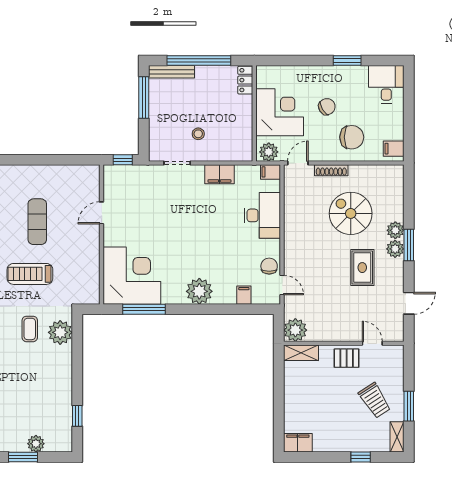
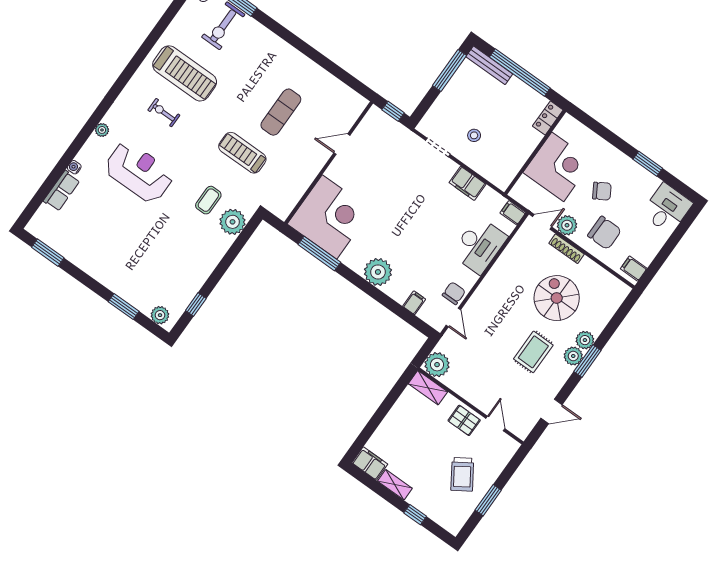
plant: (269, 152) -> (567, 225), moved
shelving: (397, 437) -> (395, 485), moved, turned 90
plant: (36, 444) -> (160, 315), moved

